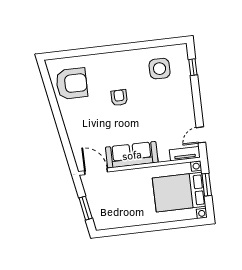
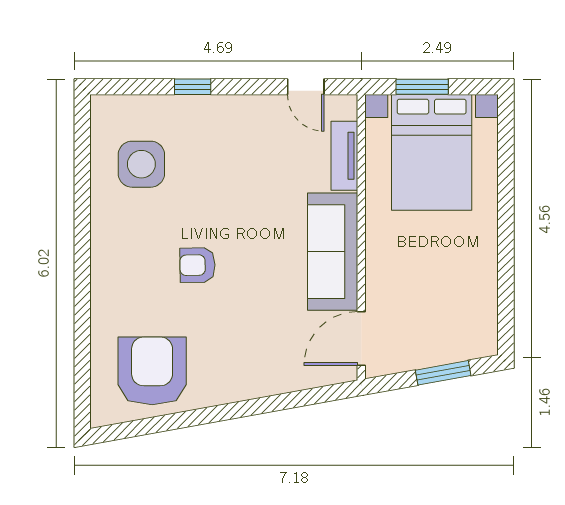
window: (193, 67) -> (193, 87), moved
tv unit: (185, 154) -> (344, 156), moved

